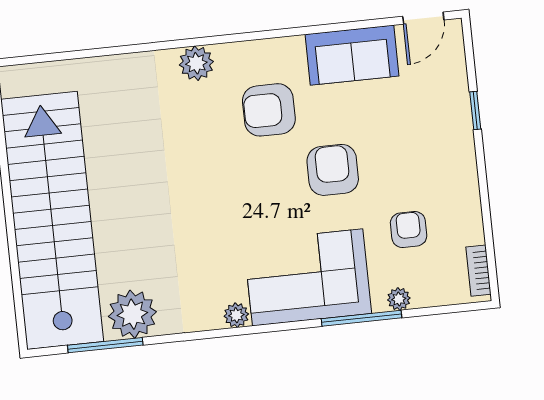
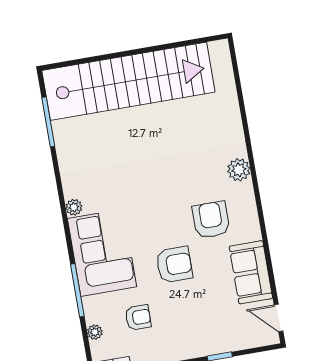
plant: (399, 299) -> (95, 332), moved
plant: (132, 314) -> (70, 139), removed

